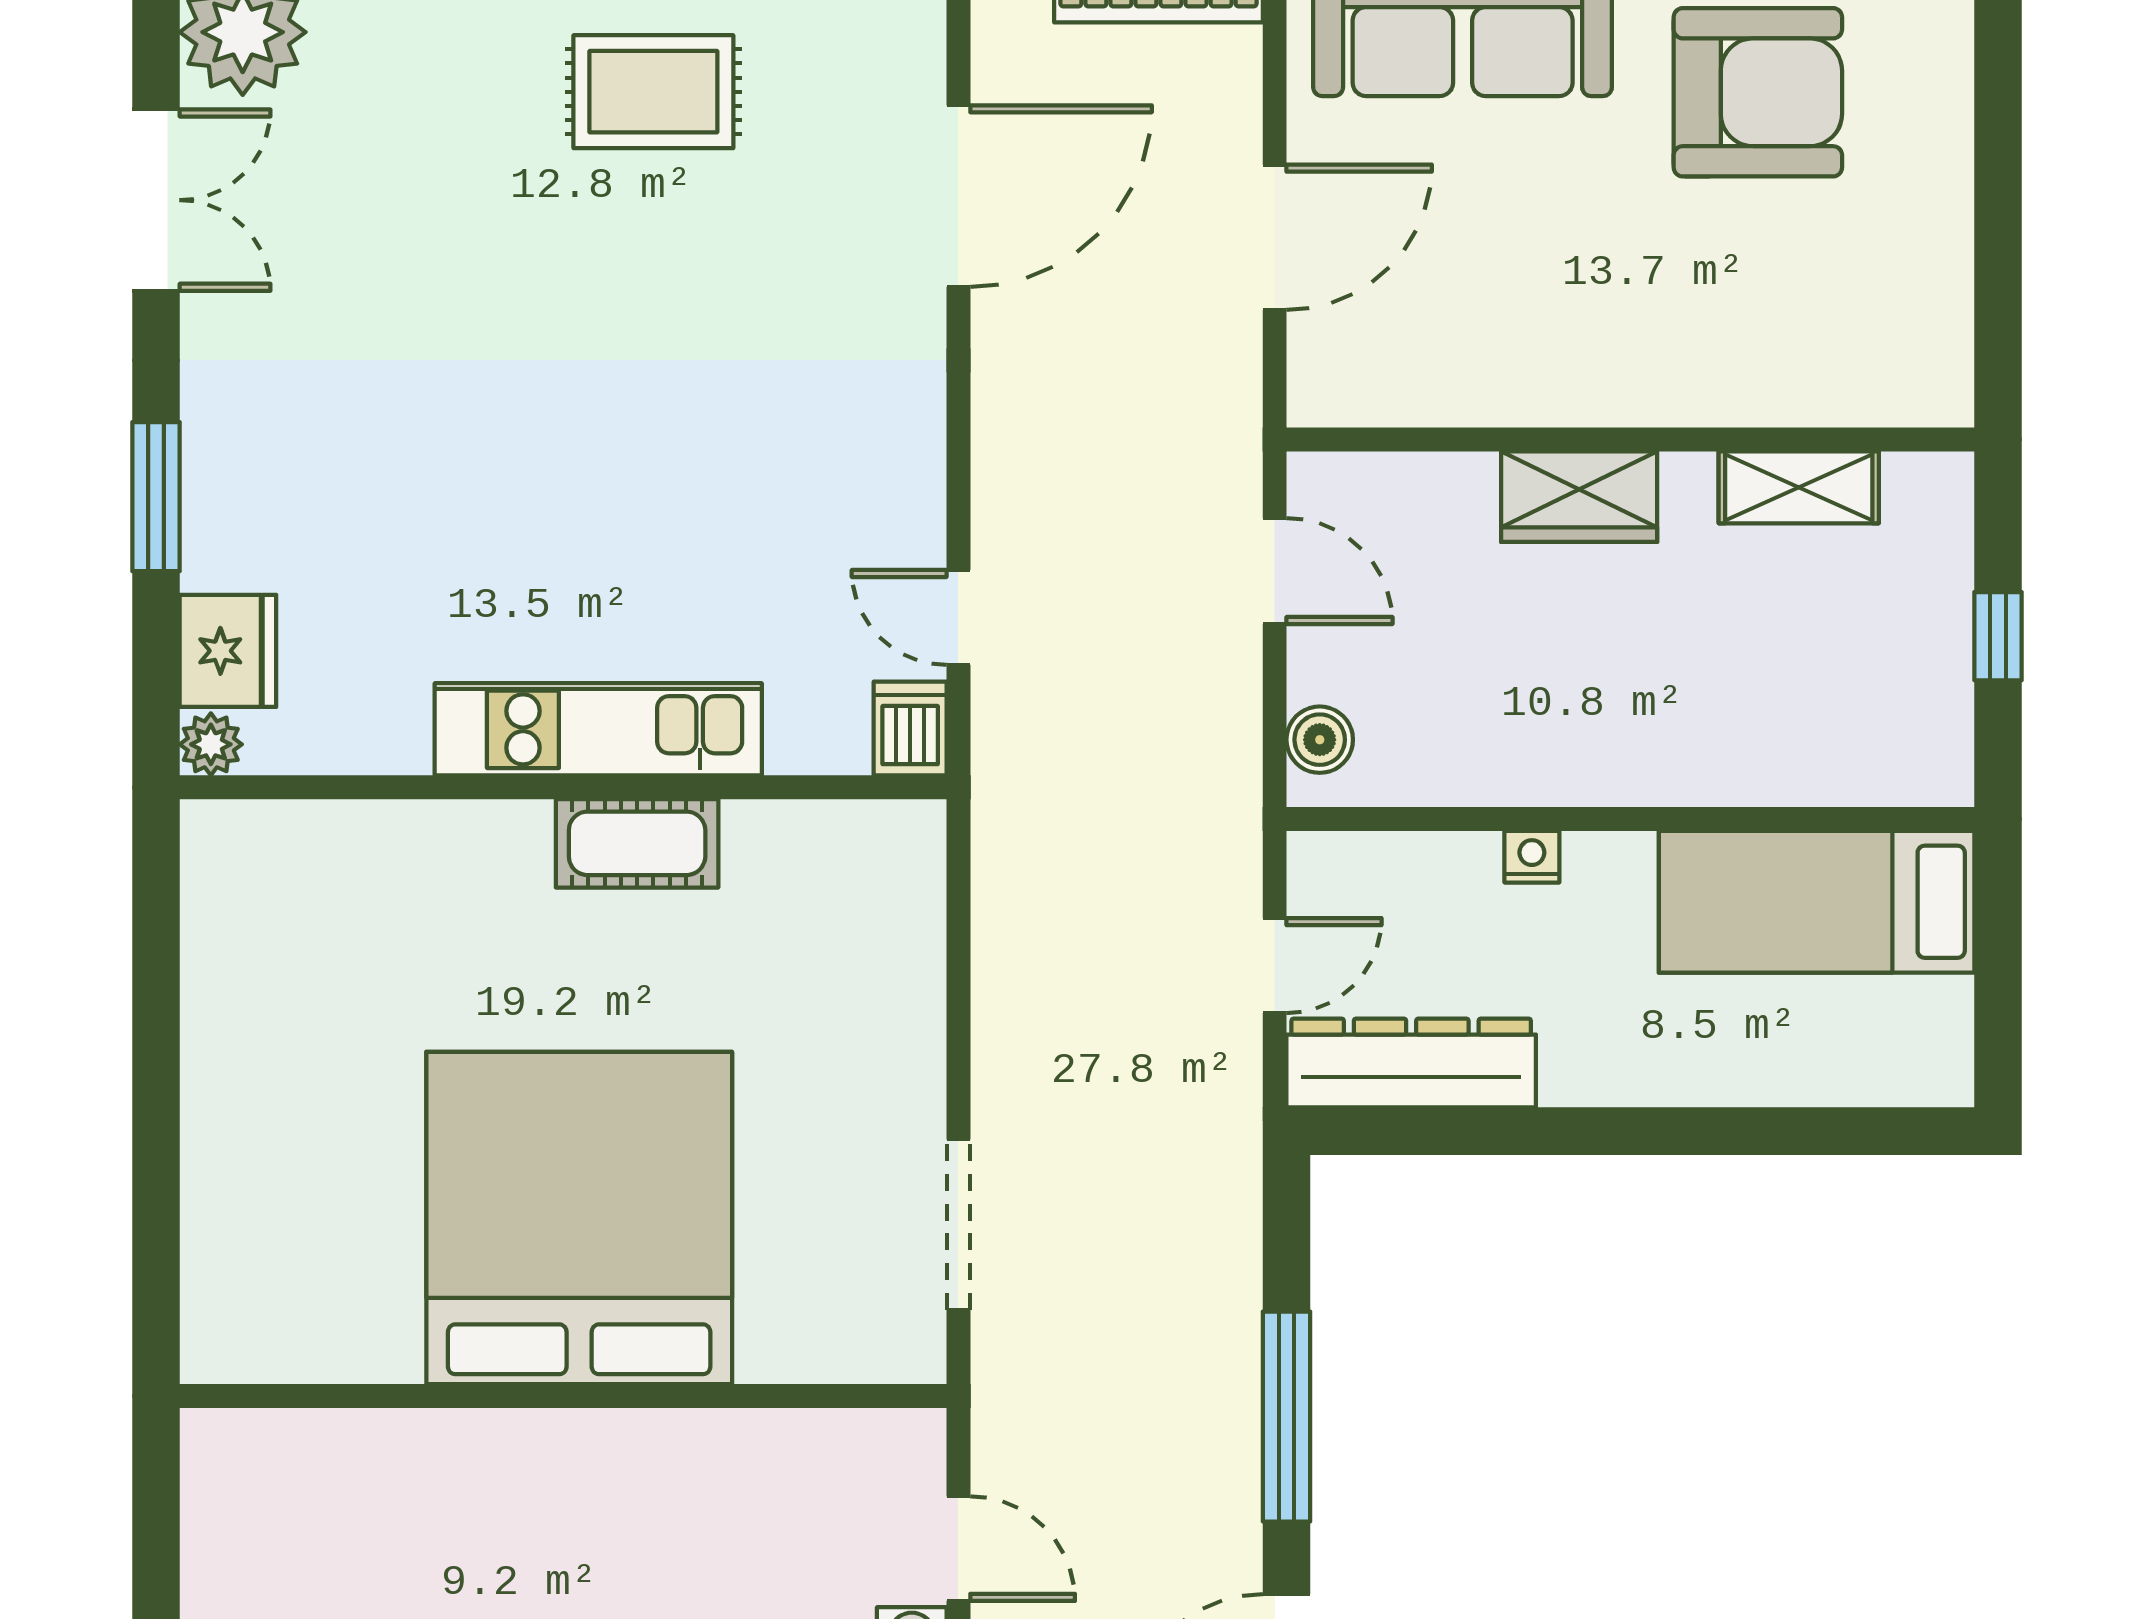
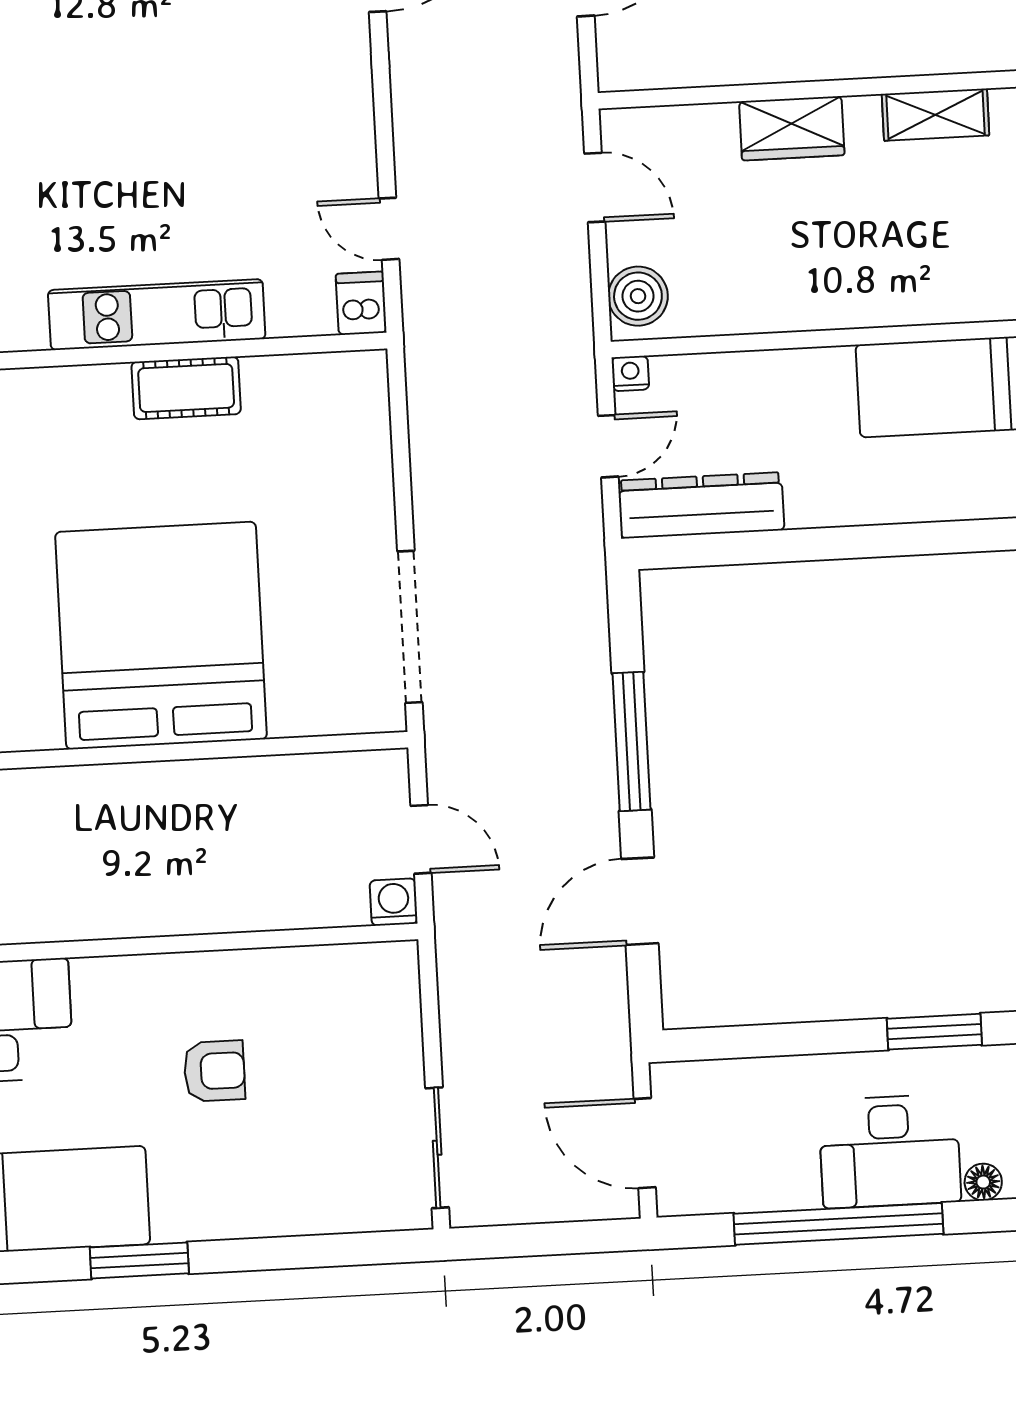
boiler: (1320, 740) -> (638, 296), width x1.36, depth x1.36
nightstand: (1532, 857) -> (630, 373), moved
doorway: (958, 1225) -> (410, 627), width x1.36

